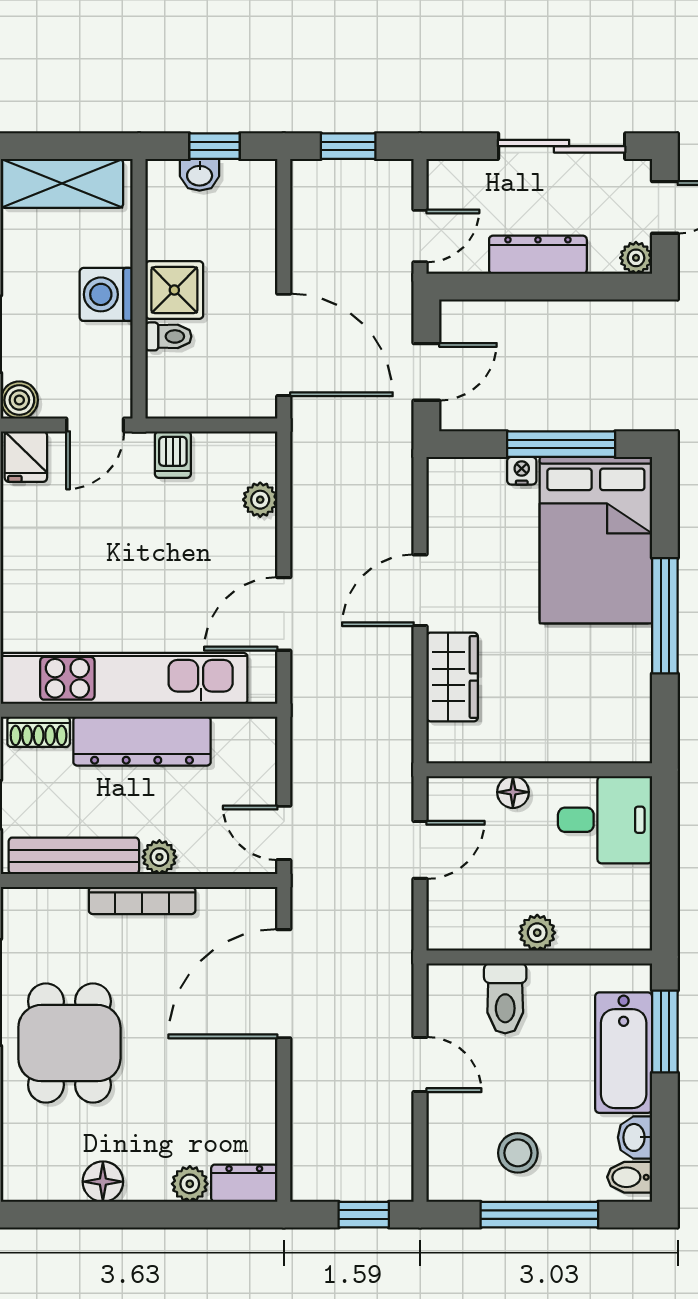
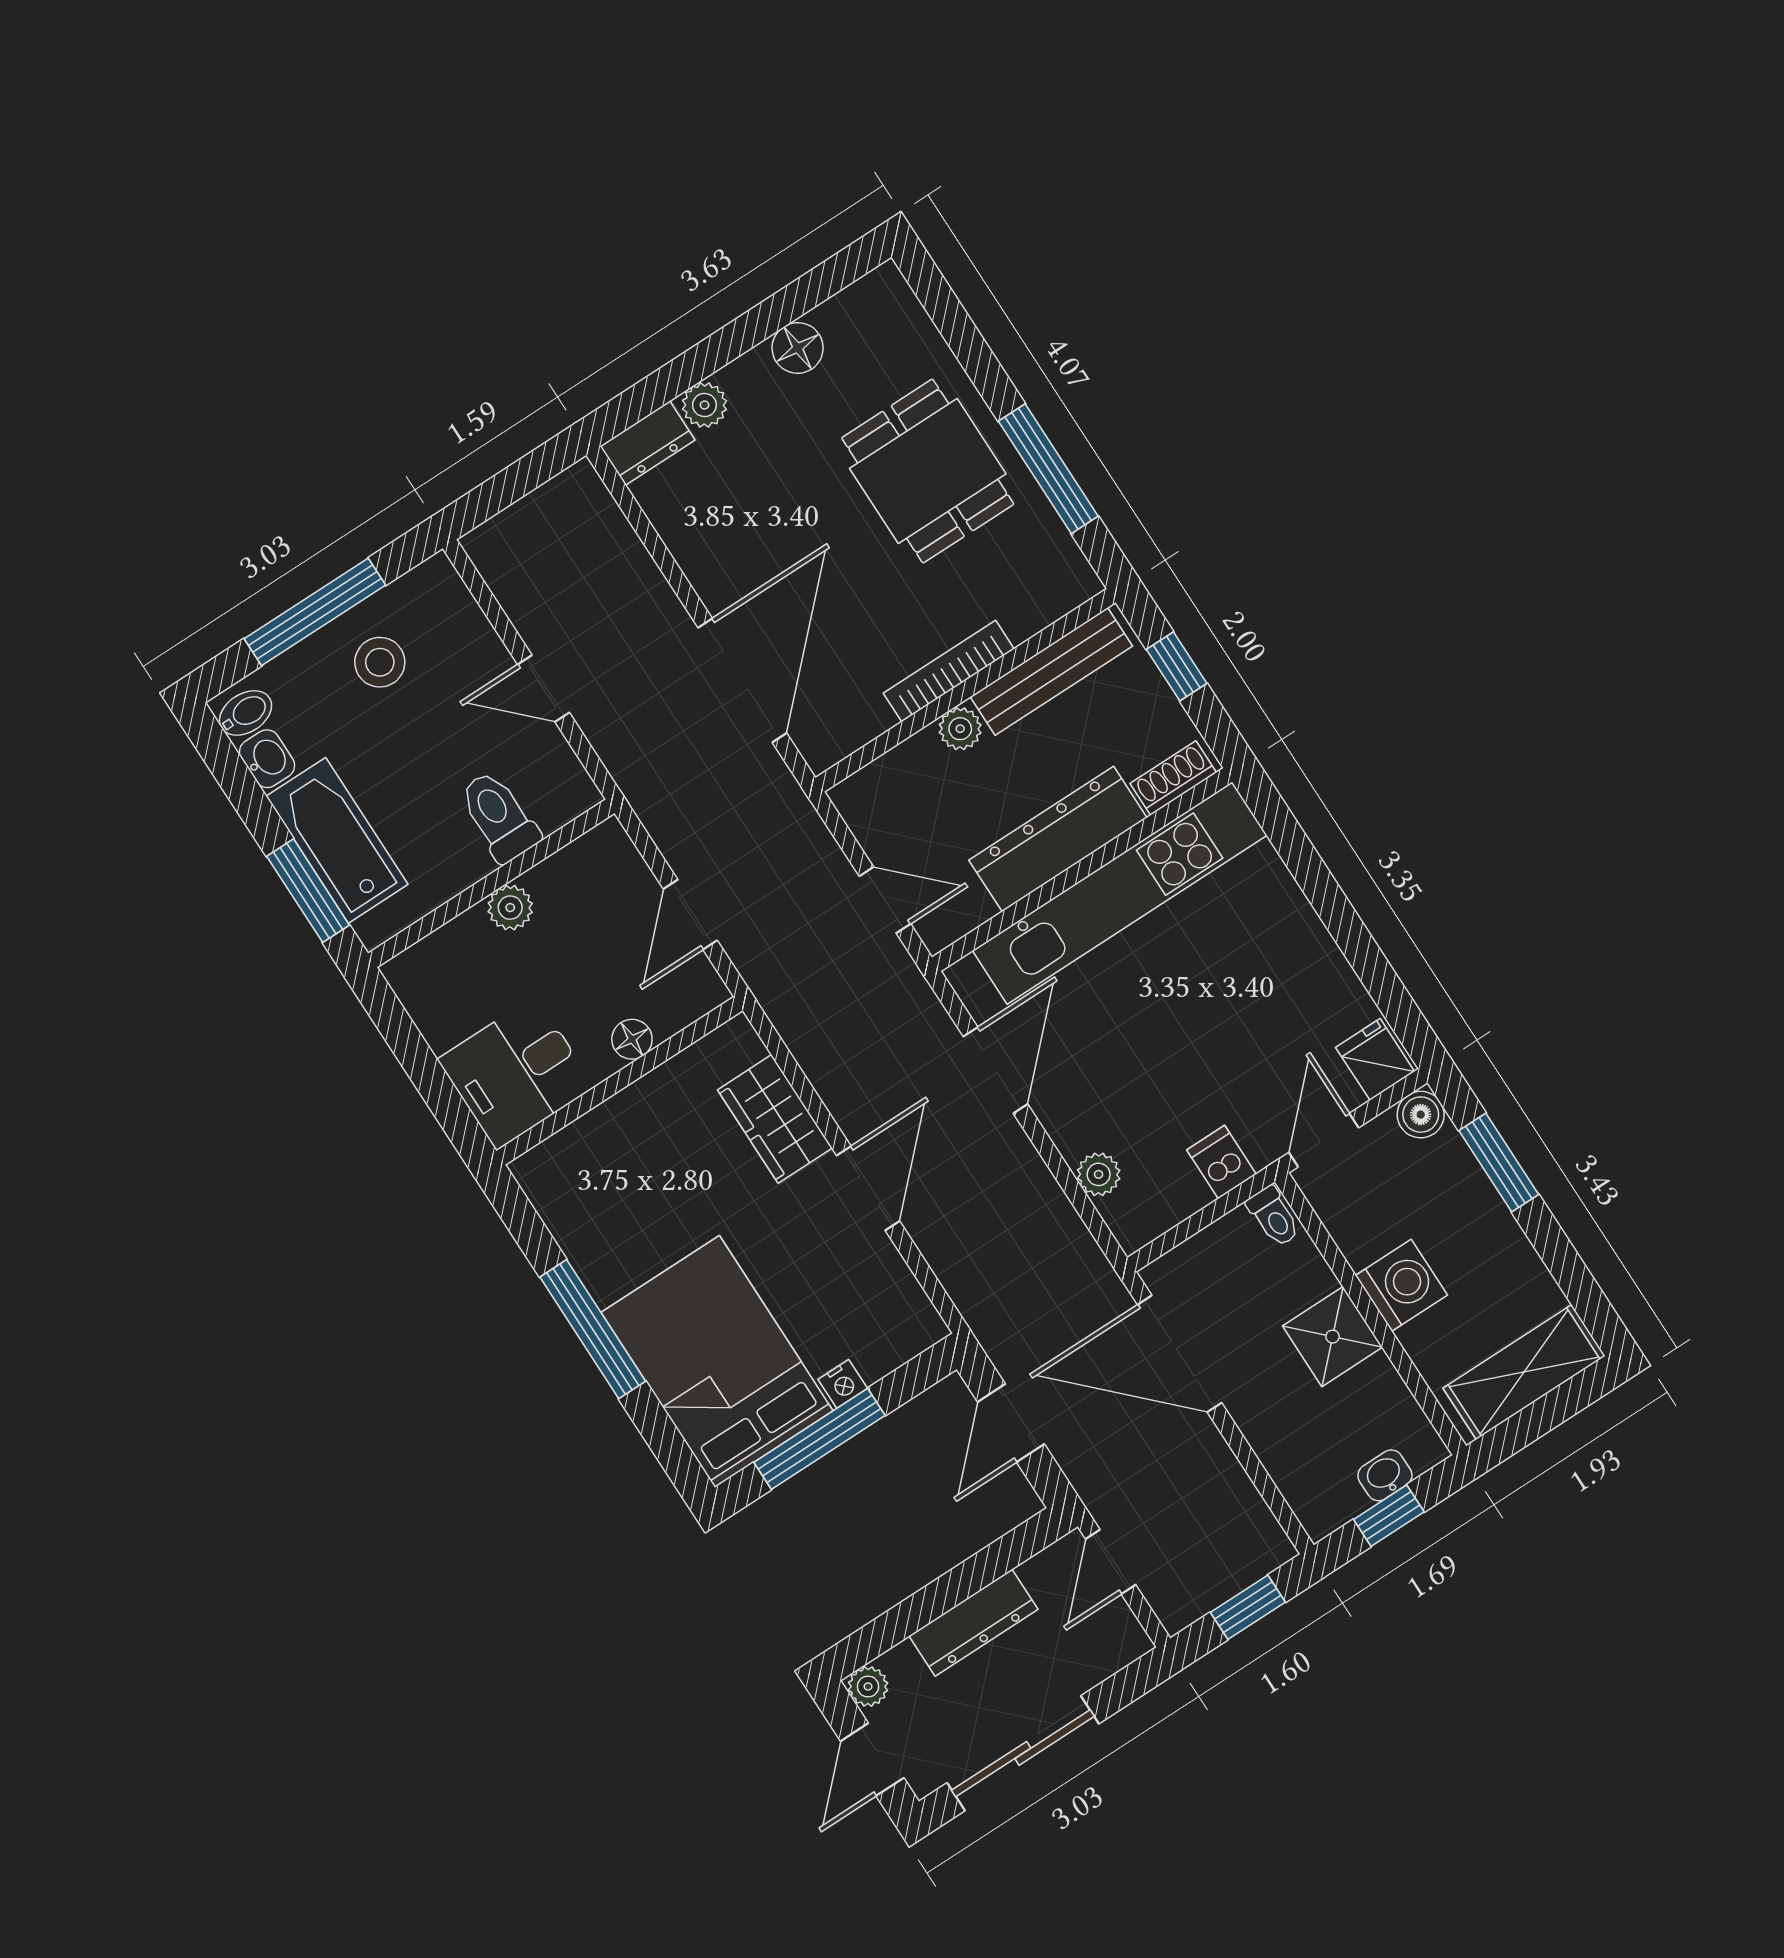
toilet: (168, 336) -> (1274, 1217), moved, turned -90
door: (284, 833) -> (885, 900), moved
window: (364, 1215) -> (500, 492), removed

